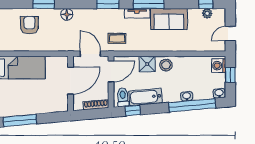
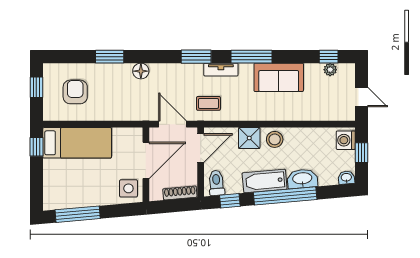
tv unit: (137, 13) -> (221, 70), moved
armchair: (29, 25) -> (75, 92), moved
door: (230, 34) -> (361, 97), swing flipped
washbasin: (187, 96) -> (302, 179), width x1.91, depth x1.45
bathtub: (146, 97) -> (265, 181), moved
side table: (58, 101) -> (128, 188), added
window: (192, 105) -> (285, 196), moved

